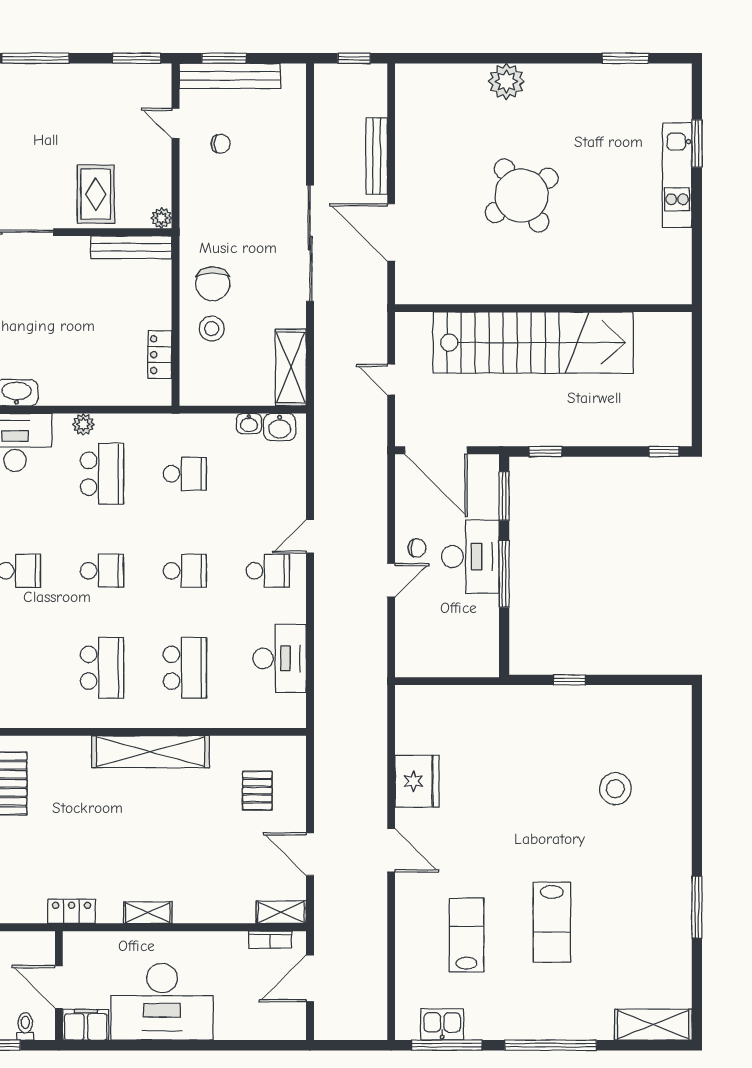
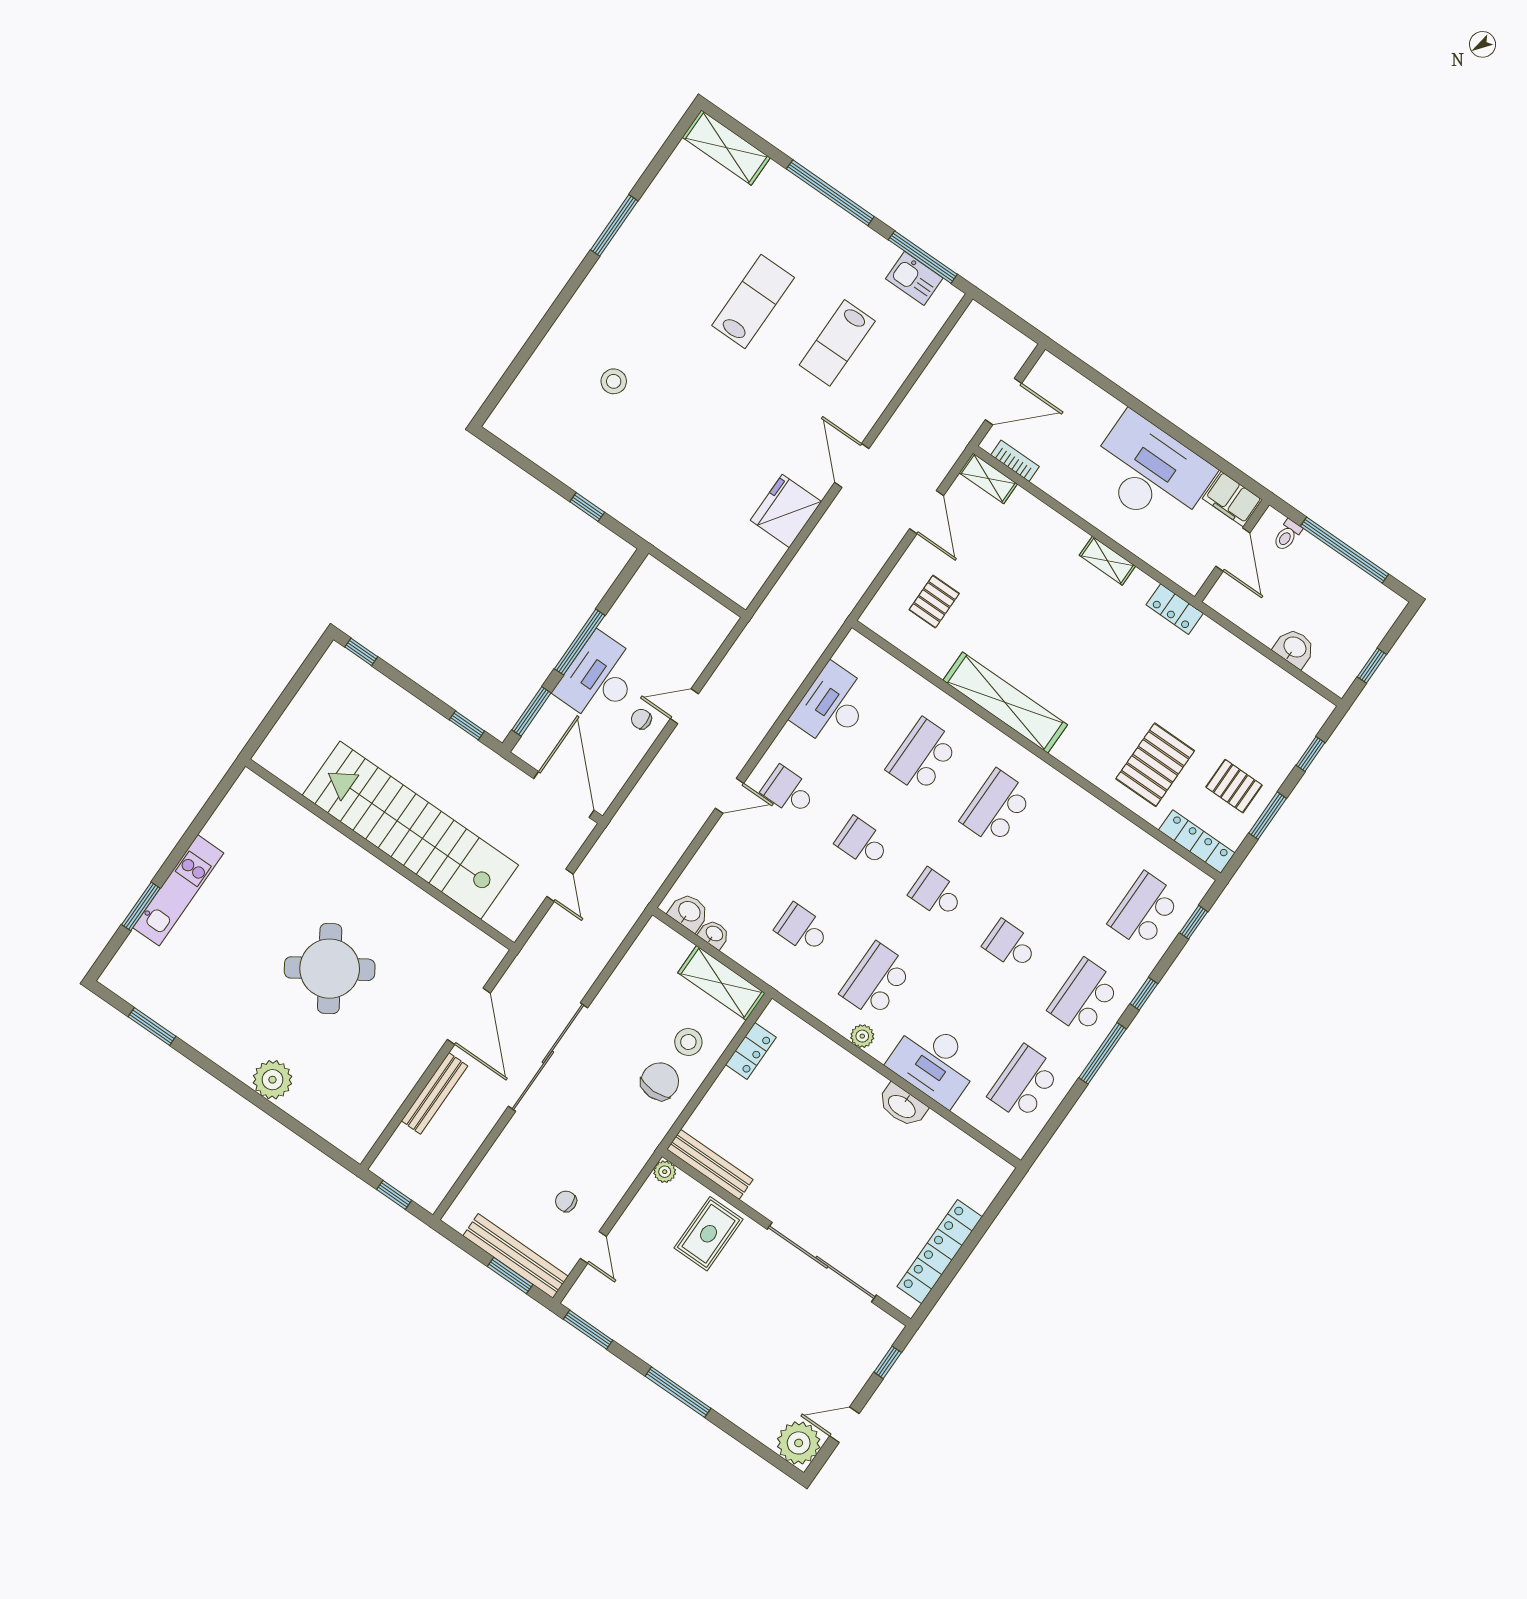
shelving: (291, 367) -> (721, 983), moved, turned 90
stool: (615, 789) -> (614, 381), width x0.73, depth x0.73

